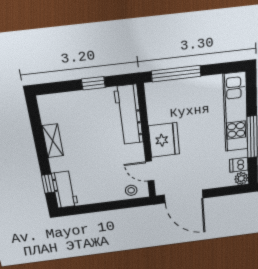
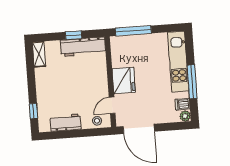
workbench: (129, 115) -> (83, 47), moved, turned -90
shelving: (53, 141) -> (39, 54), moved
door: (150, 171) -> (112, 105), hinge flipped
workbench: (65, 190) -> (66, 123), moved, turned -90

